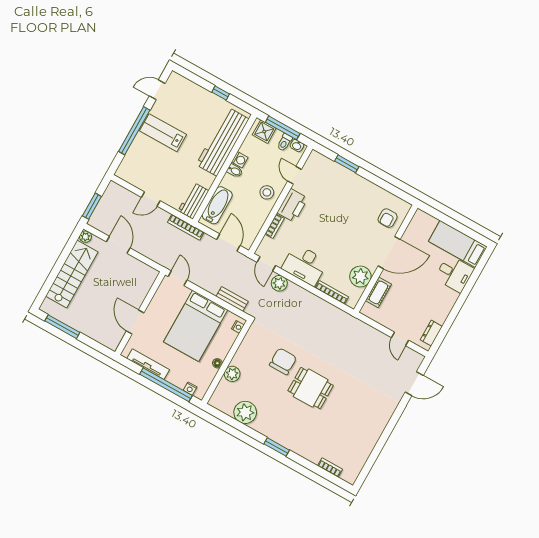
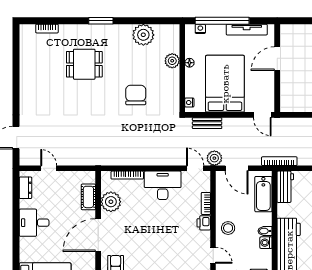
printer: (292, 205) -> (204, 223), width x0.53, depth x0.68
desk: (454, 274) -> (34, 223), moved
plant: (279, 283) -> (214, 158), moved
door: (135, 322) -> (277, 59), swing flipped
chair: (283, 361) -> (136, 95), turned 180
dining table: (311, 388) -> (84, 64), moved

